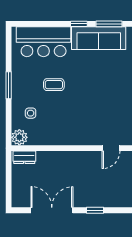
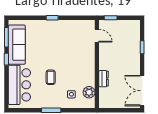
plant: (19, 137) -> (89, 92), moved
dresser: (24, 157) -> (104, 79), moved
double door: (52, 210) -> (142, 91), moved

